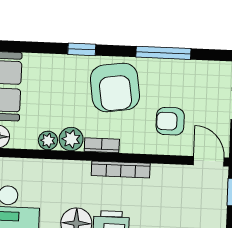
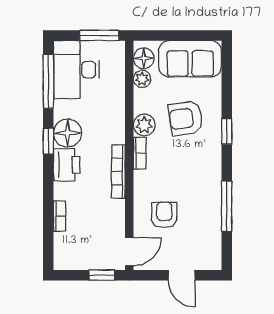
armchair: (115, 87) -> (186, 118), moved, width x0.73, depth x0.73
plant: (48, 141) -> (142, 79), moved

